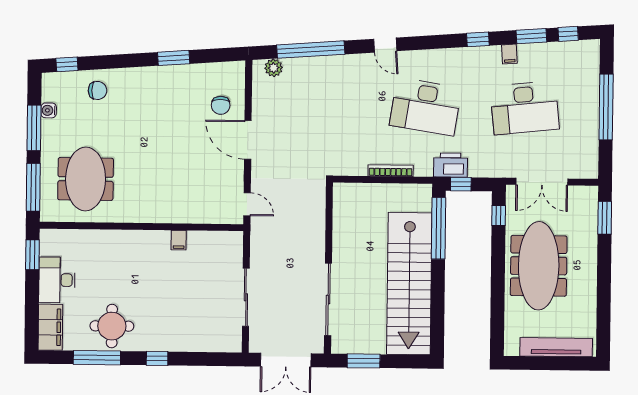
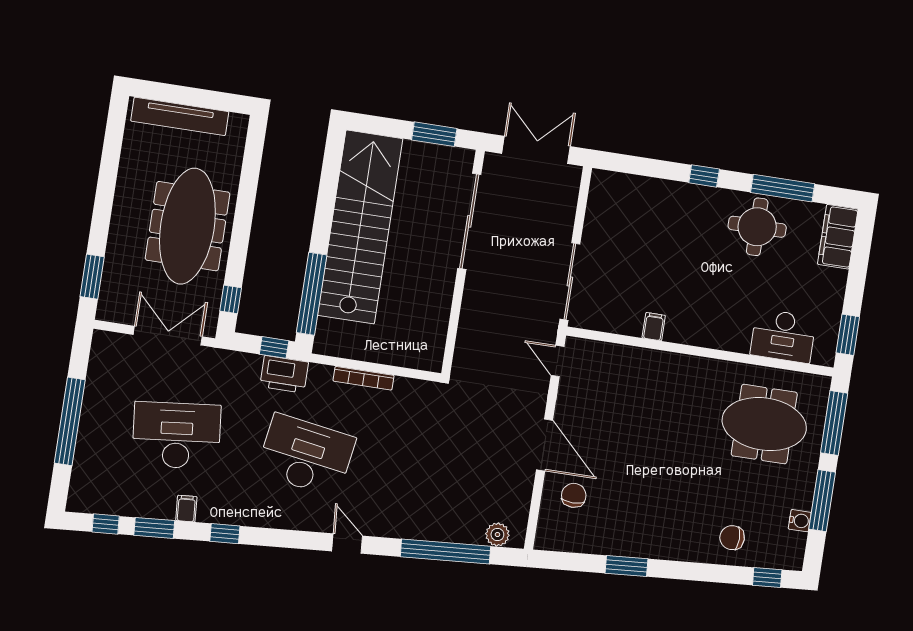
meeting table: (86, 179) -> (764, 424), turned 90
desk: (57, 280) -> (783, 336), moved, turned 90
sliding door: (246, 297) -> (570, 281), moved

